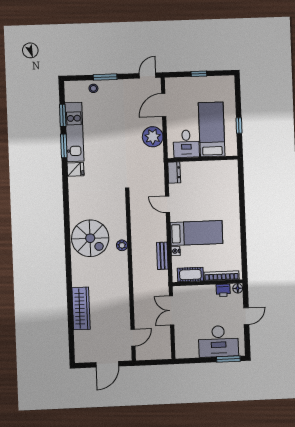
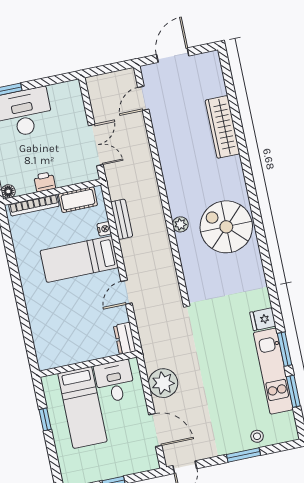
door: (164, 105) -> (155, 430), hinge flipped
door: (167, 204) -> (127, 292), swing flipped
printer: (223, 290) -> (45, 182), moved

